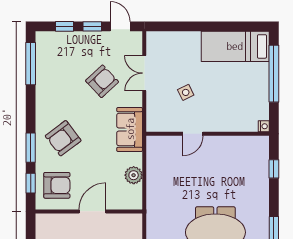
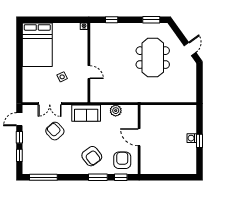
bed: (235, 46) -> (37, 45), width x1.50
window: (274, 74) -> (50, 20), removed

